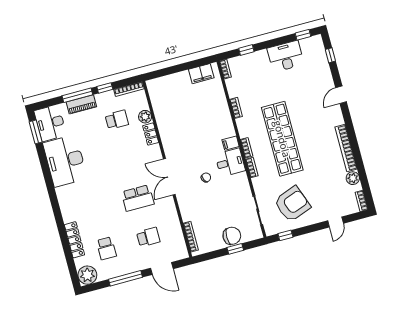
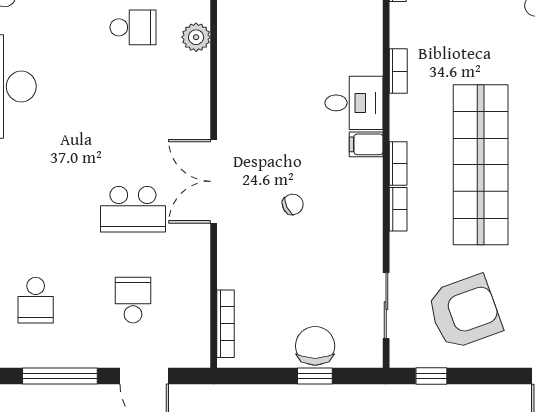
locker: (151, 134) -> (198, 78), removed
desk: (230, 162) -> (354, 103), moved
chair: (232, 236) -> (315, 346), turned -90
school desk: (148, 237) -> (133, 300), turned -90

